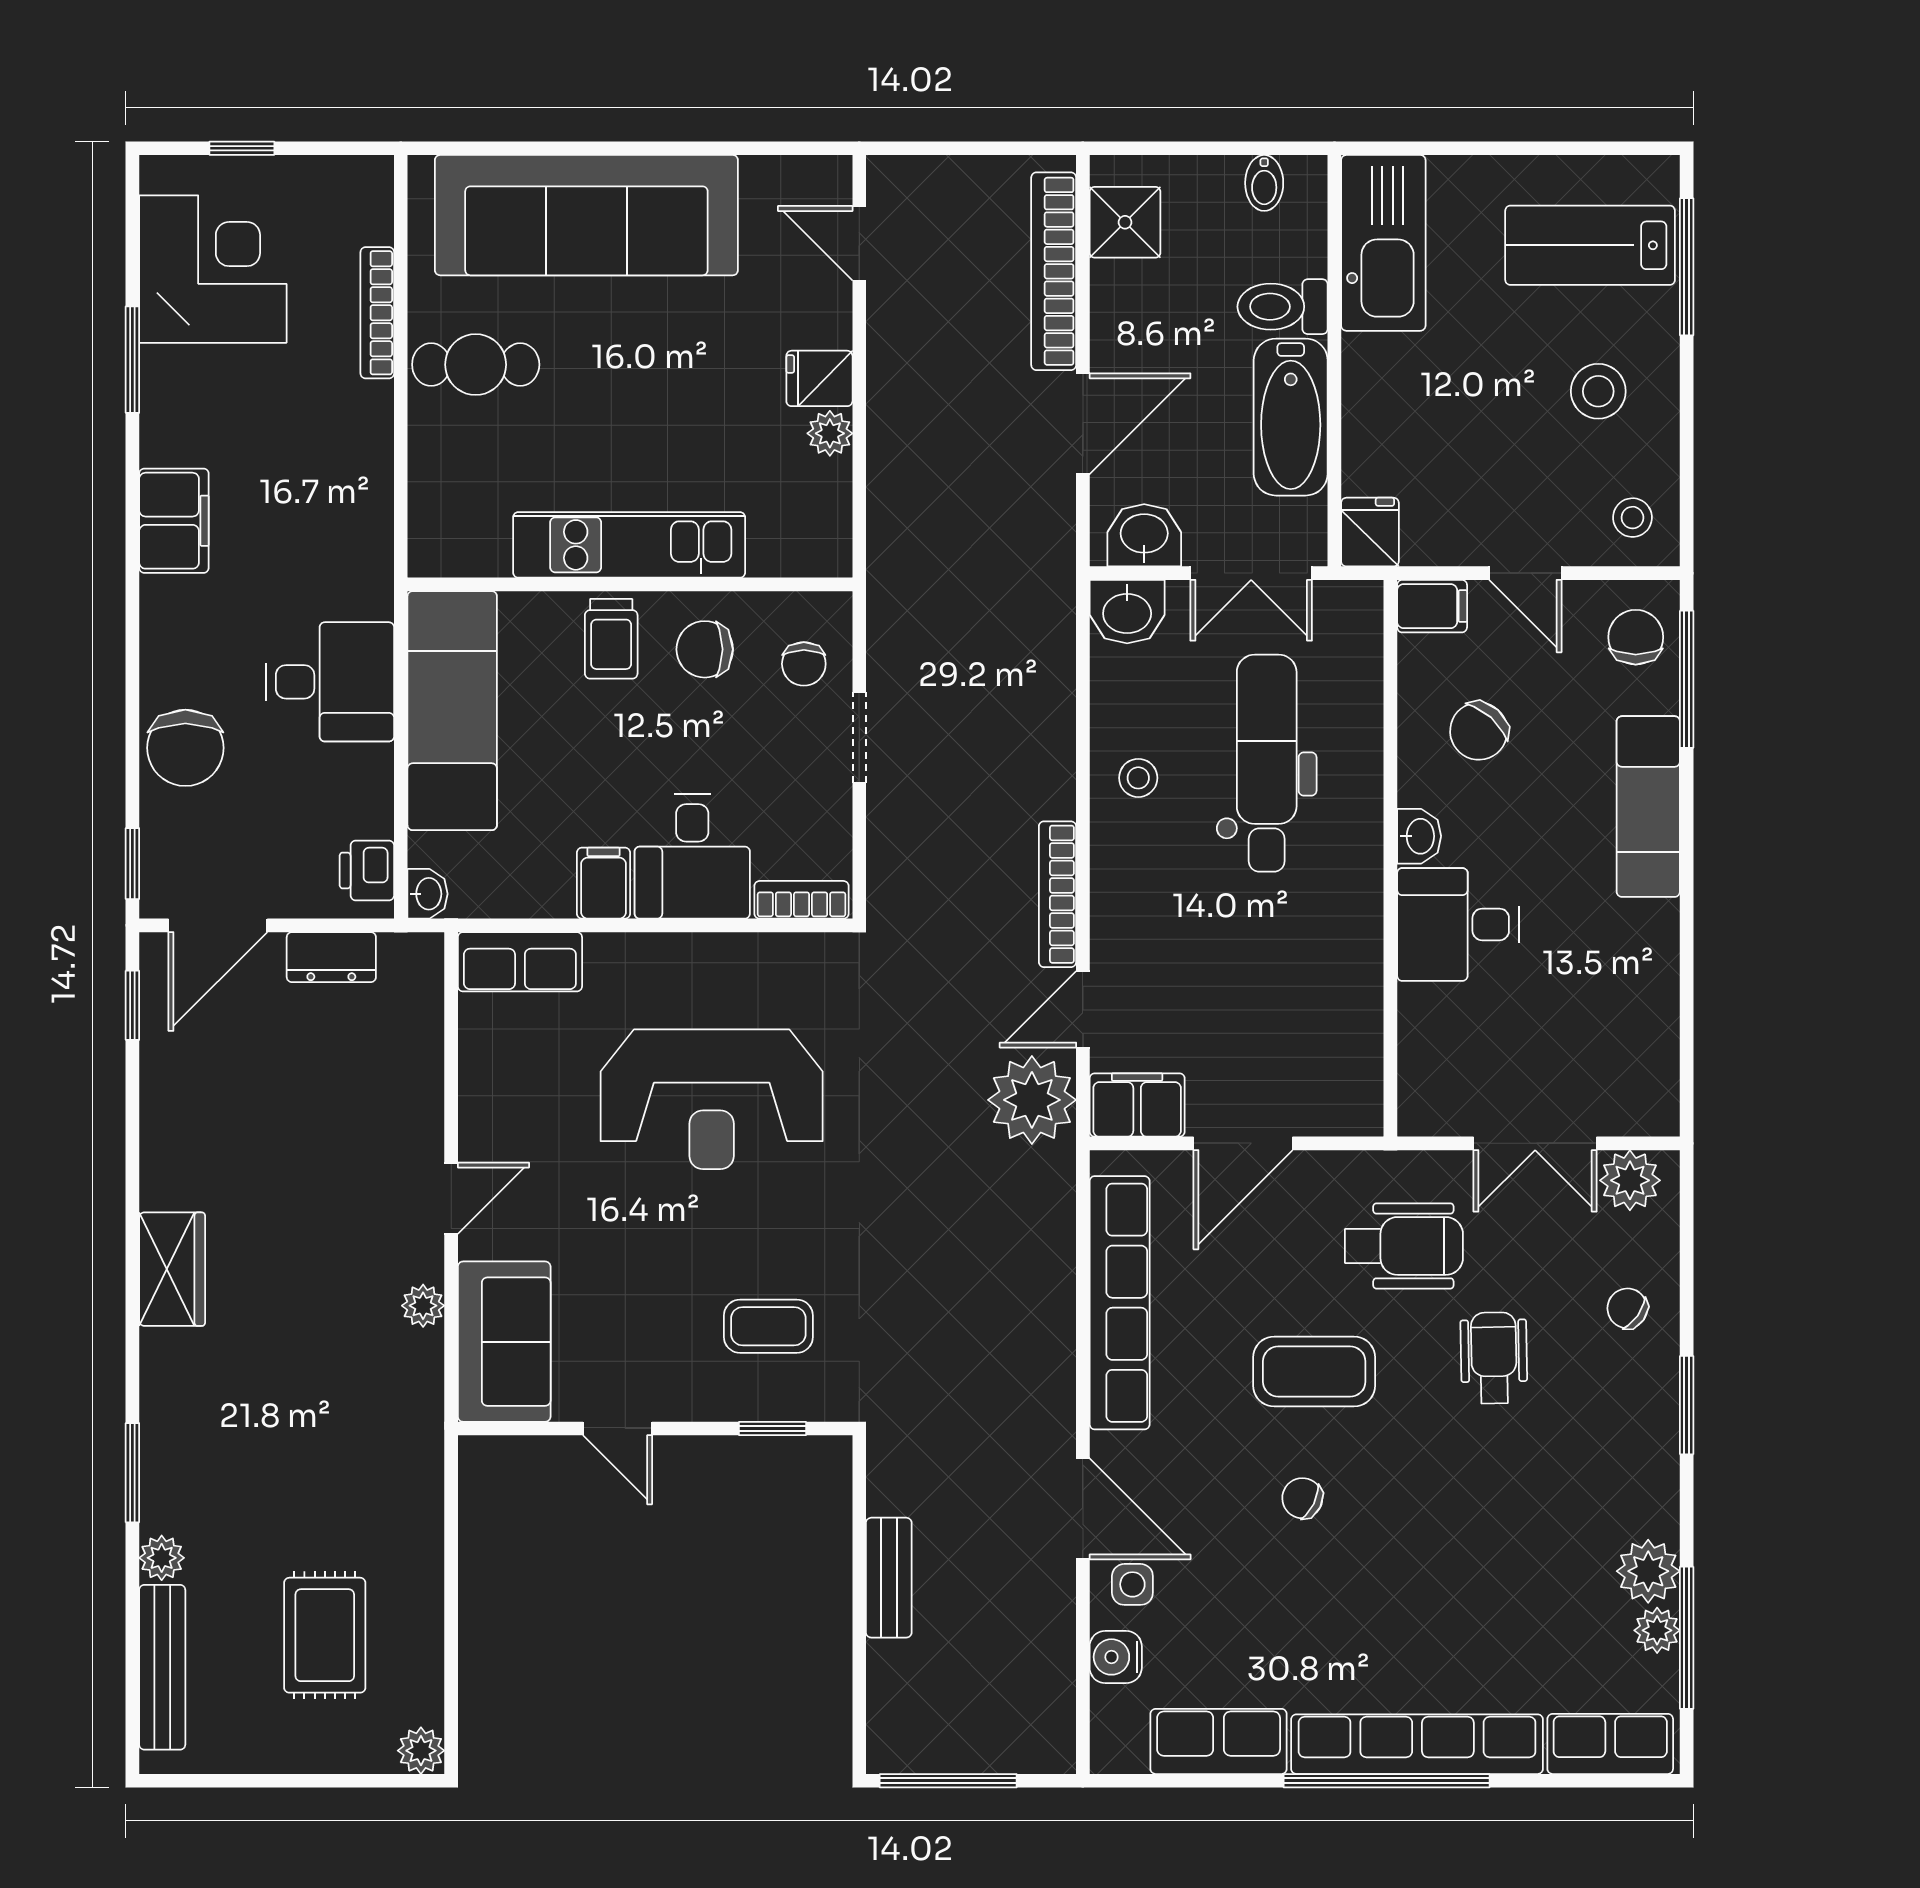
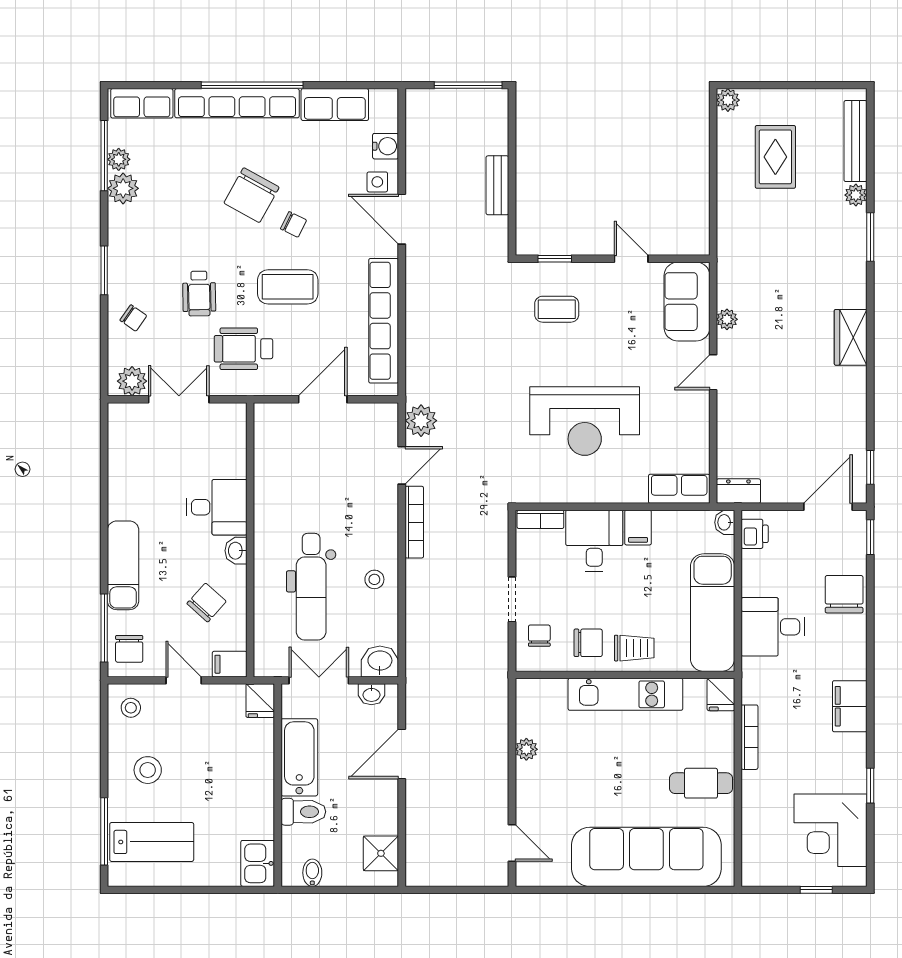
kitchen sink: (1383, 243) -> (258, 863), width x0.53, depth x0.81
bookcase: (1054, 271) -> (416, 829), removed
bookcase: (377, 313) -> (750, 737), moved
window: (132, 360) -> (870, 786), width x0.67
fridge: (819, 378) -> (721, 695), moved, turned 90
washbasin: (1144, 535) -> (371, 694), width x0.72, depth x0.69
trolley: (611, 639) -> (634, 648), turned 90
dresser: (331, 957) -> (738, 491), moved
reception desk: (712, 1099) -> (585, 421), turned 180
plant: (1032, 1100) -> (421, 421), width x0.73, depth x0.73
filing cabinet: (1137, 1105) -> (375, 418), removed
chair: (1388, 1558) -> (252, 195), added

